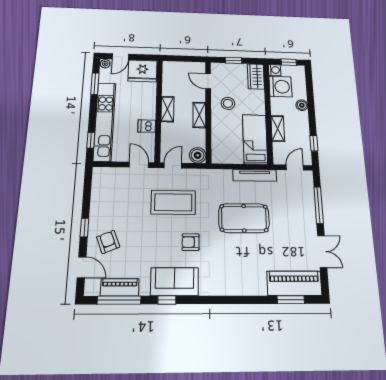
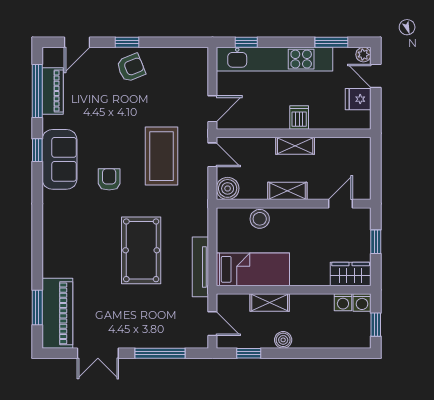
fridge: (142, 71) -> (358, 99), width x0.53, depth x0.75
washing machine: (280, 87) -> (343, 302), width x0.53, depth x0.53
stool: (228, 103) -> (260, 219), moved
boiler: (302, 105) -> (283, 340), moved
dishwasher: (147, 126) -> (299, 117), moved
armchair: (108, 242) -> (131, 68), moved

